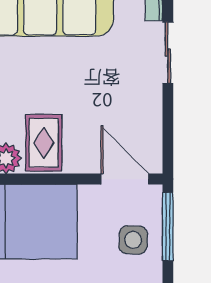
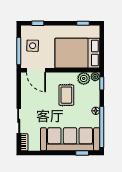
rug: (44, 143) -> (66, 95), moved

